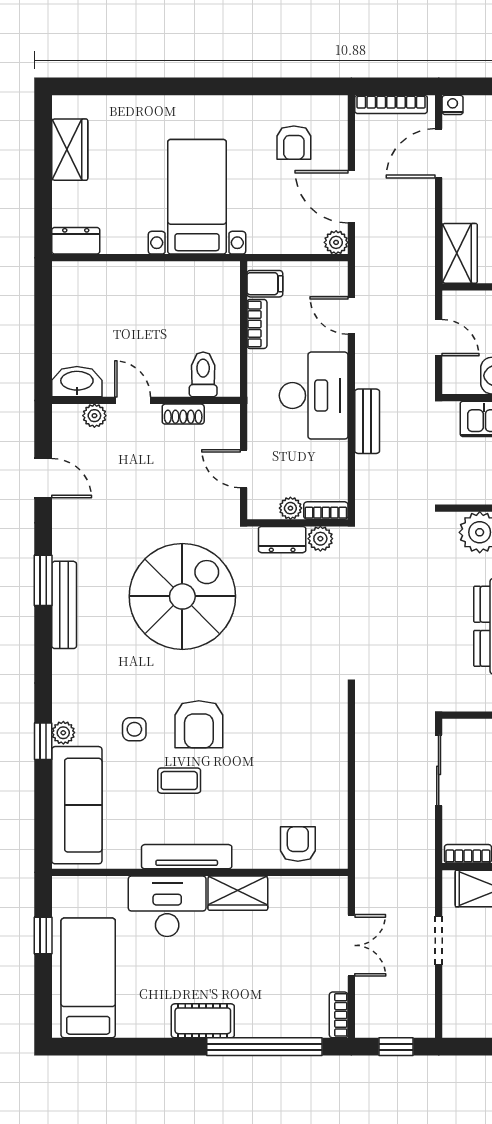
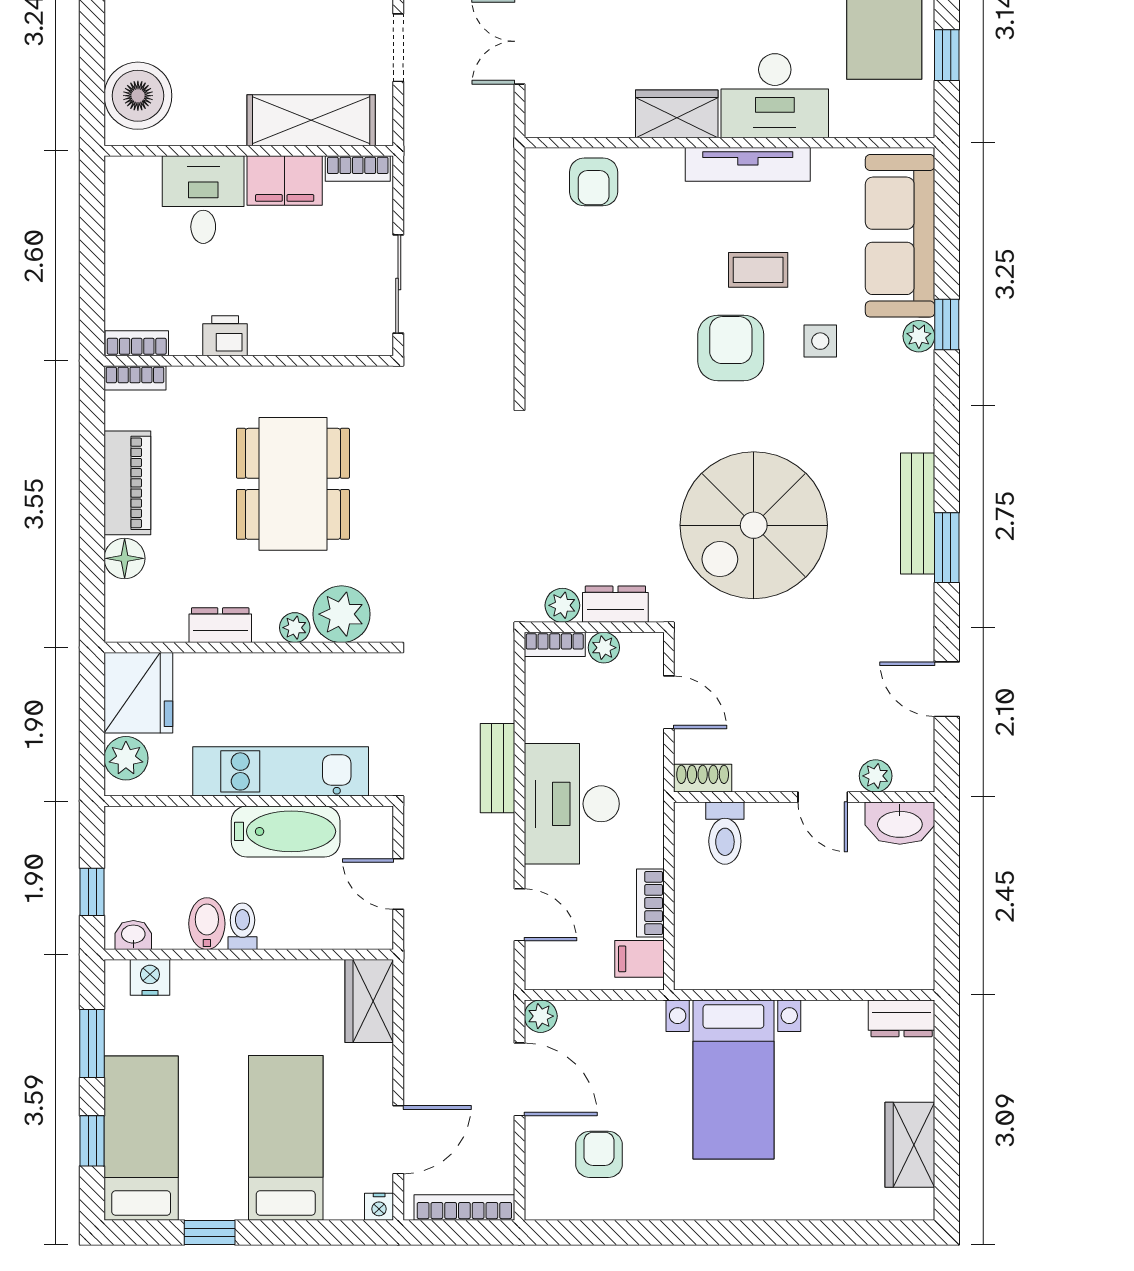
shoe rack: (183, 414) -> (703, 778), moved

